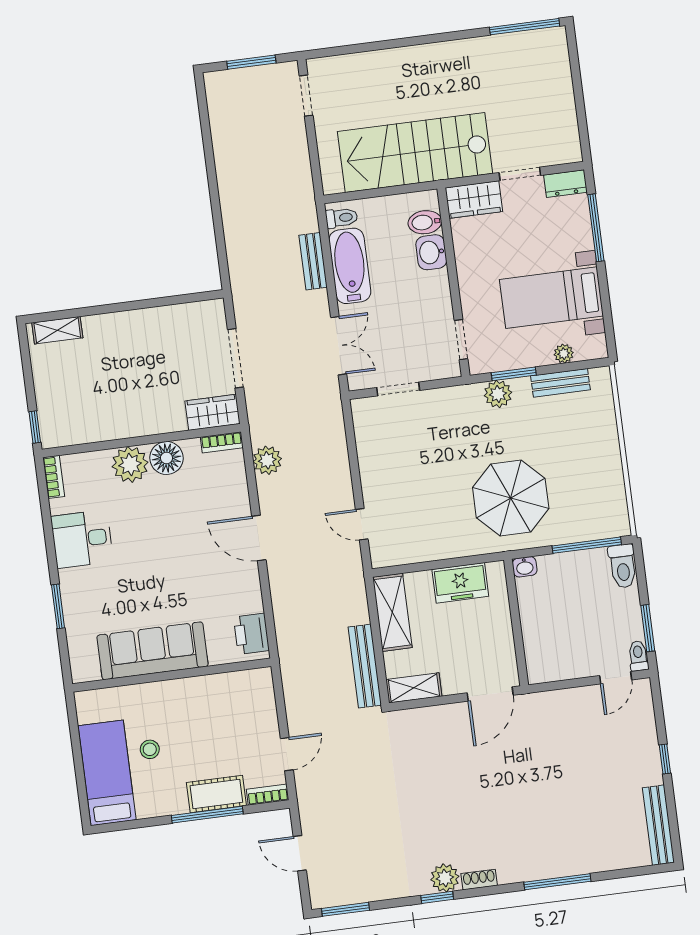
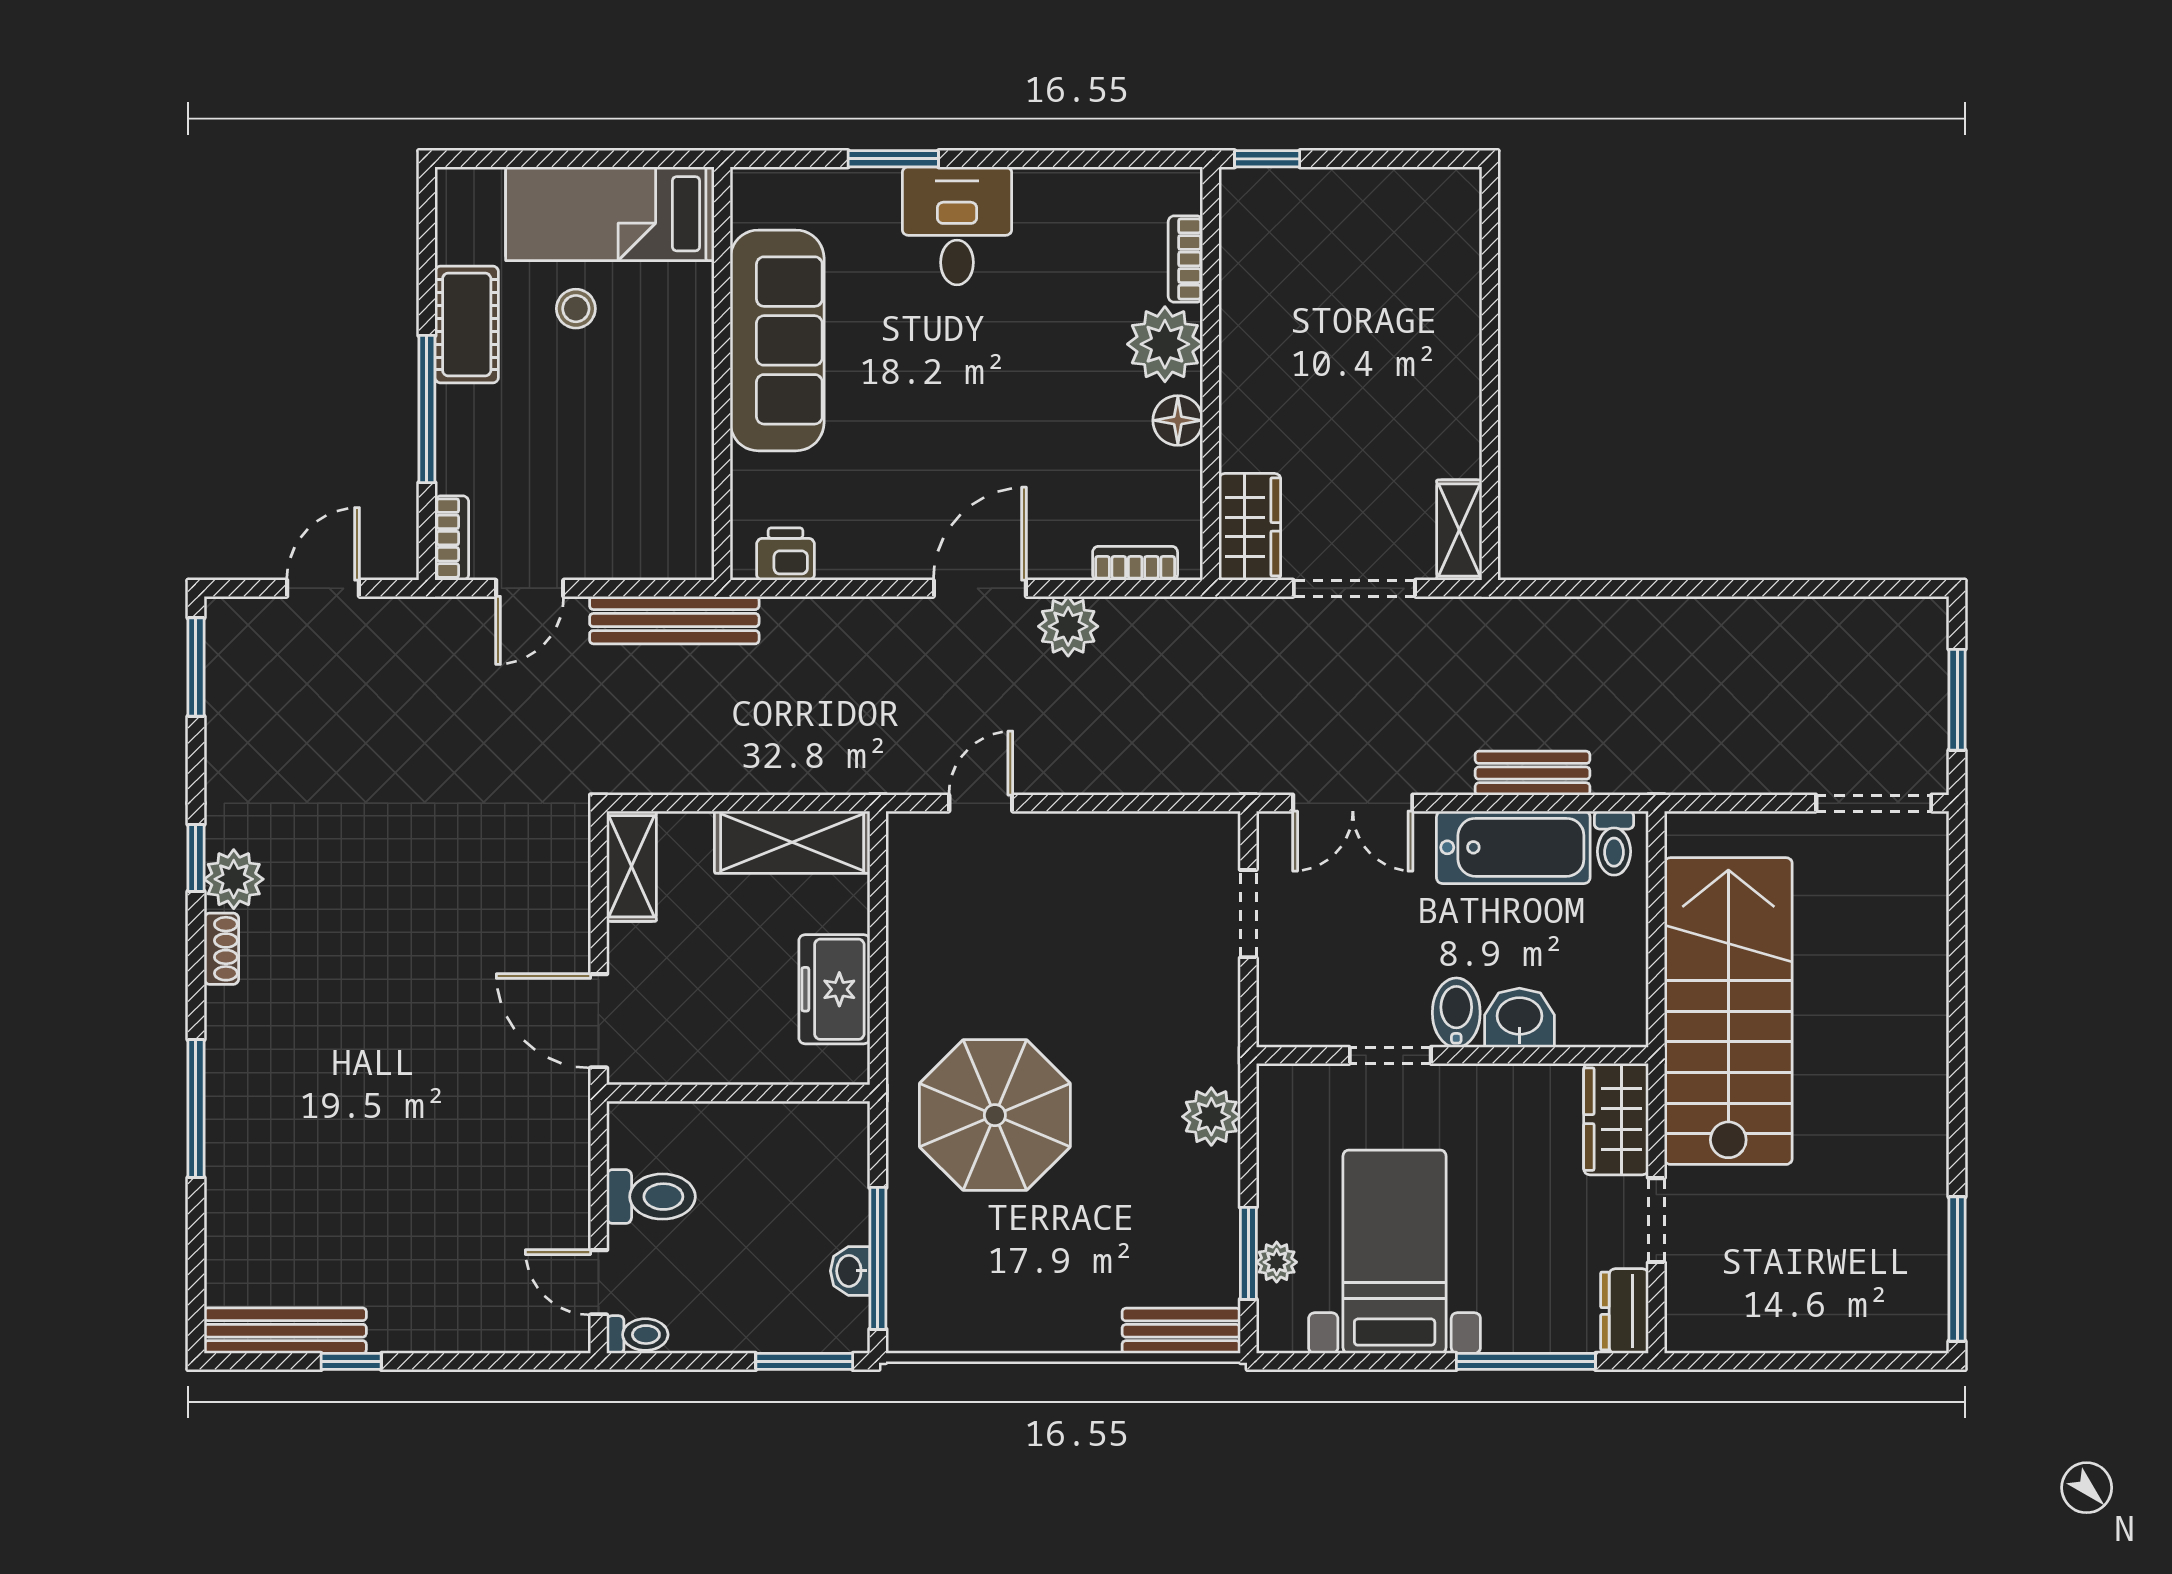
doorway: (306, 96) -> (1874, 803), width x1.38
bidet: (425, 222) -> (1456, 1013), moved
shelving: (57, 330) -> (1459, 530), moved
doorway: (461, 340) -> (1390, 1055), moved
window: (514, 374) -> (1248, 1253), moved
bench: (560, 383) -> (1181, 1331), moved, turned 90
bookcase: (222, 442) -> (1135, 563), moved, turned 90
floor lamp: (166, 458) -> (1178, 420), width x0.73, depth x0.73
plant: (267, 460) -> (1068, 626), moved
bookcase: (54, 477) -> (1185, 259), moved, turned 90
desk: (82, 539) -> (957, 226), moved
toilet: (623, 566) -> (651, 1197), moved, turned 180
washbasin: (525, 567) -> (850, 1271), moved
window: (648, 628) -> (804, 1361), moved
printer: (251, 634) -> (785, 554), width x0.73, depth x0.81
bench: (365, 666) -> (674, 620), moved
door: (287, 754) -> (530, 588), hinge flipped
window: (665, 759) -> (351, 1361), moved
bed: (107, 773) -> (610, 214), moved, turned 180
cot: (216, 794) -> (467, 325), moved

